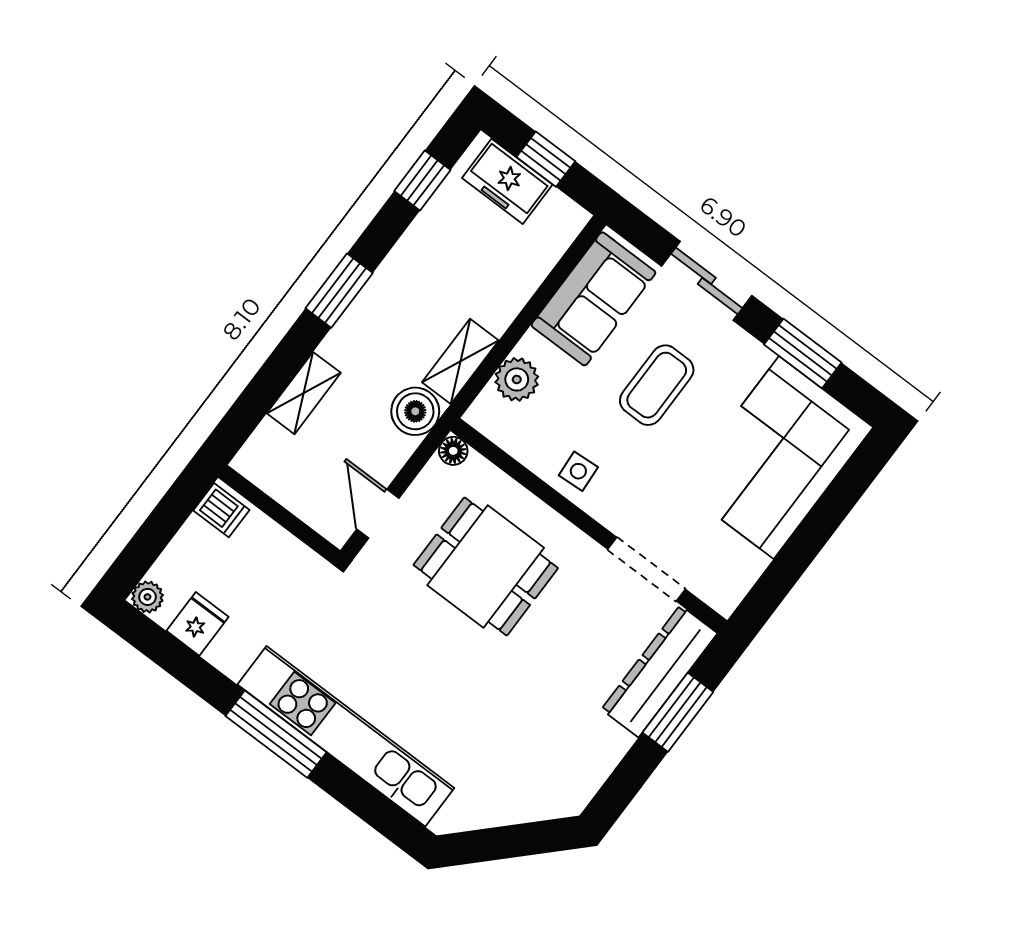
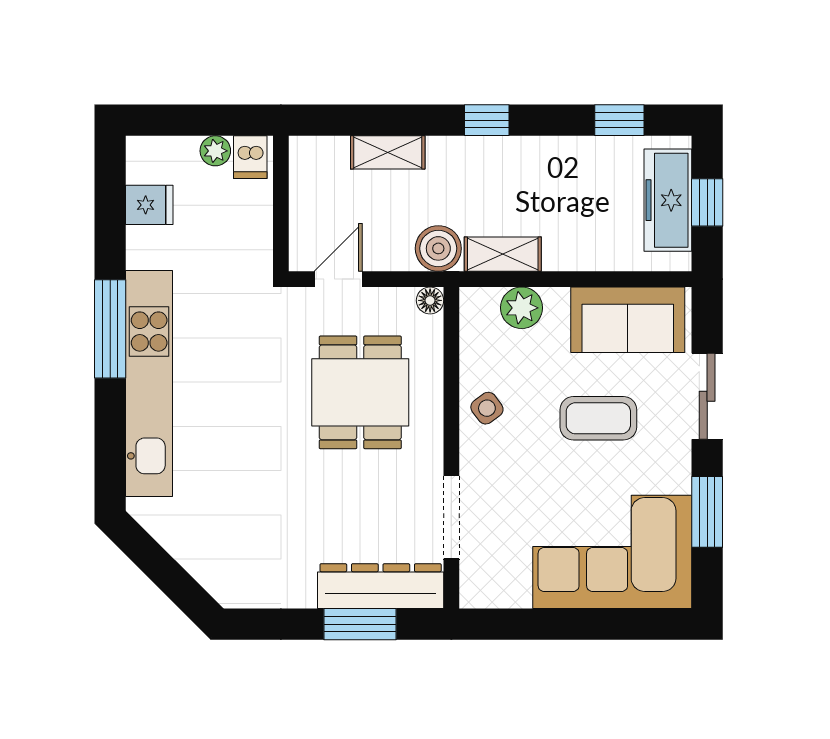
freezer: (507, 181) -> (668, 200), width x1.40
window: (339, 291) -> (487, 120), width x0.67
side table: (578, 471) -> (487, 408), turned -33
plant: (147, 597) -> (215, 151), moved

